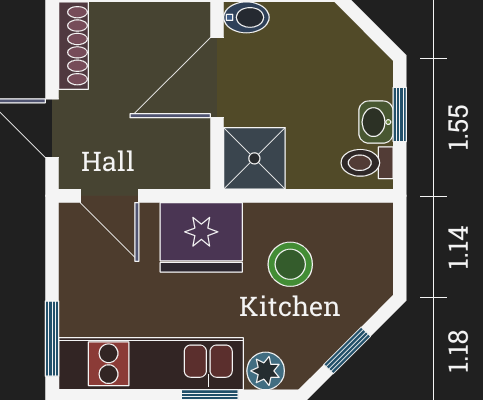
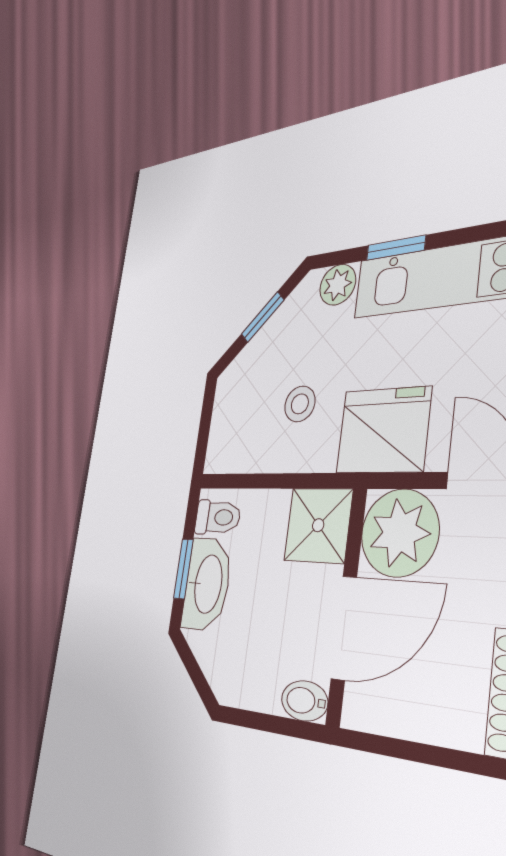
washbasin: (376, 122) -> (207, 584), width x1.91, depth x1.45
plant: (176, 154) -> (400, 533), added
stool: (290, 264) -> (300, 404), width x0.73, depth x0.73

